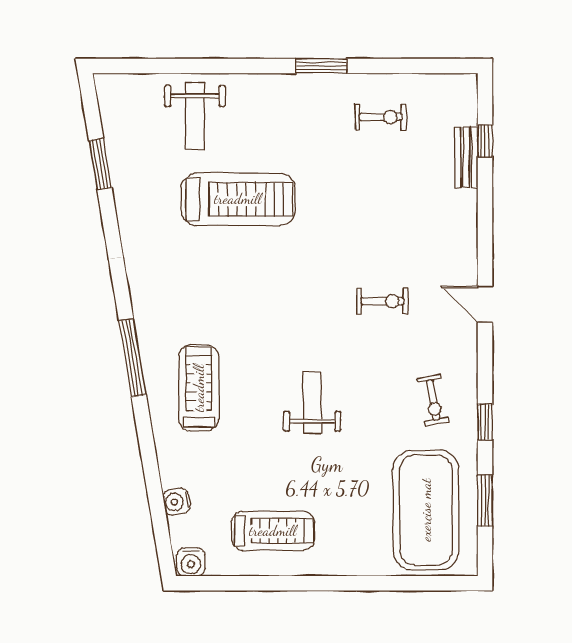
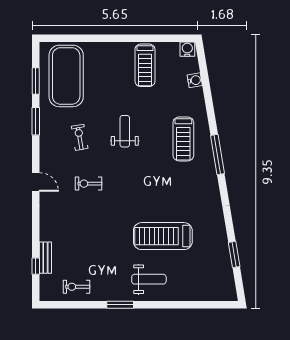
weight bench: (195, 116) -> (149, 279), moved, turned 90
exercise bike: (381, 117) -> (77, 287), moved
exercise bike: (433, 400) -> (80, 137), moved
weight bench: (312, 403) -> (125, 131), turned 180
window: (485, 422) -> (36, 121), width x1.50
treadmill: (273, 531) -> (145, 65), turned -90

